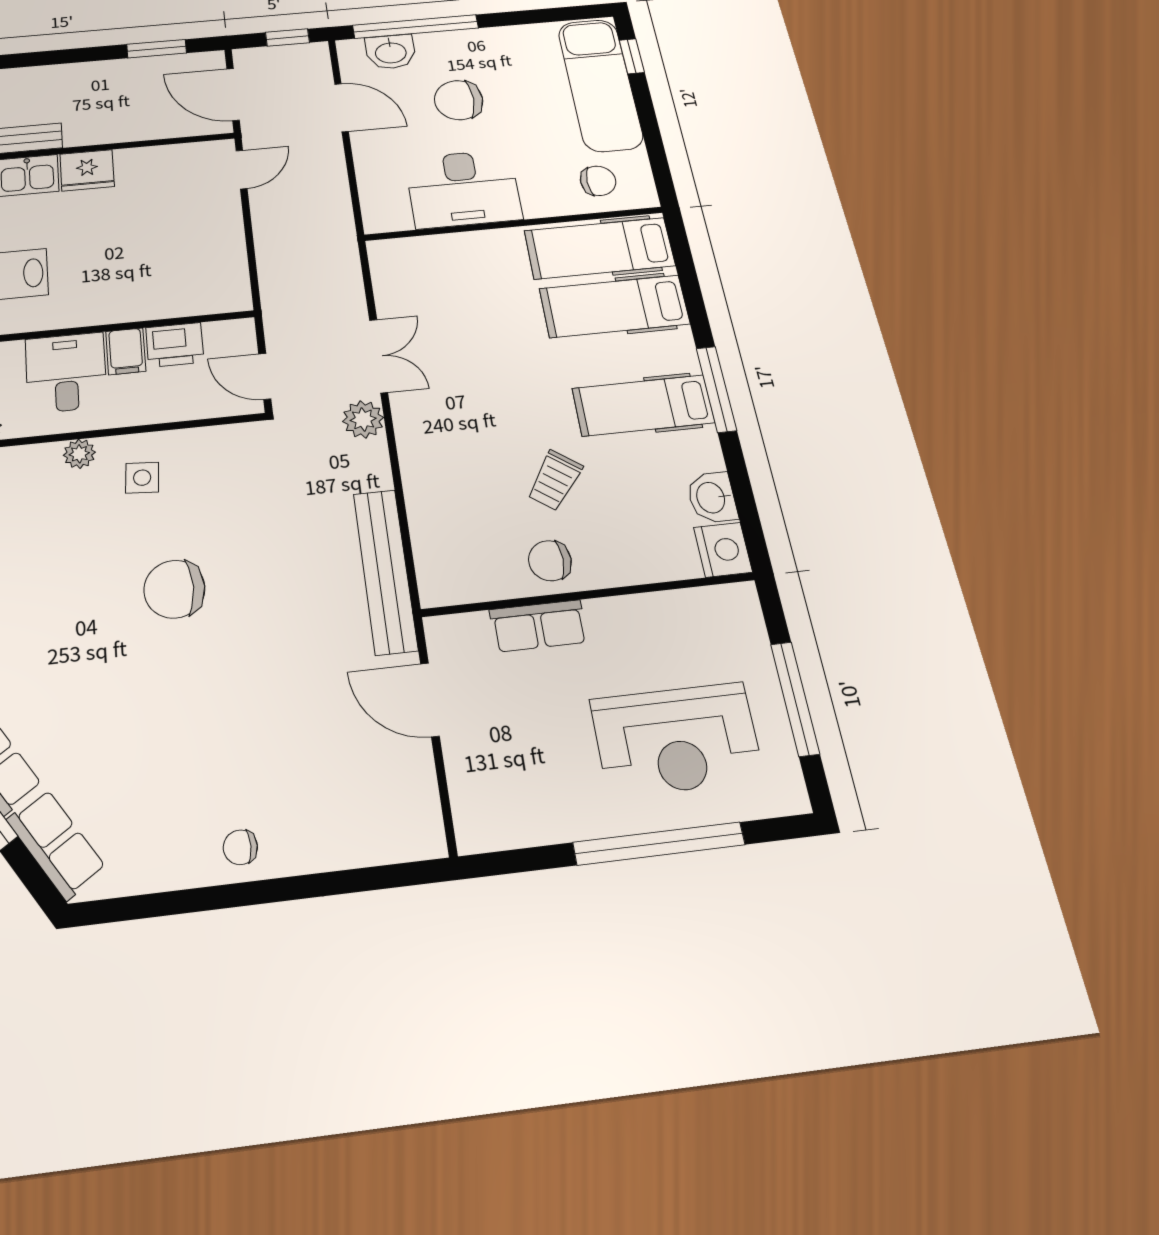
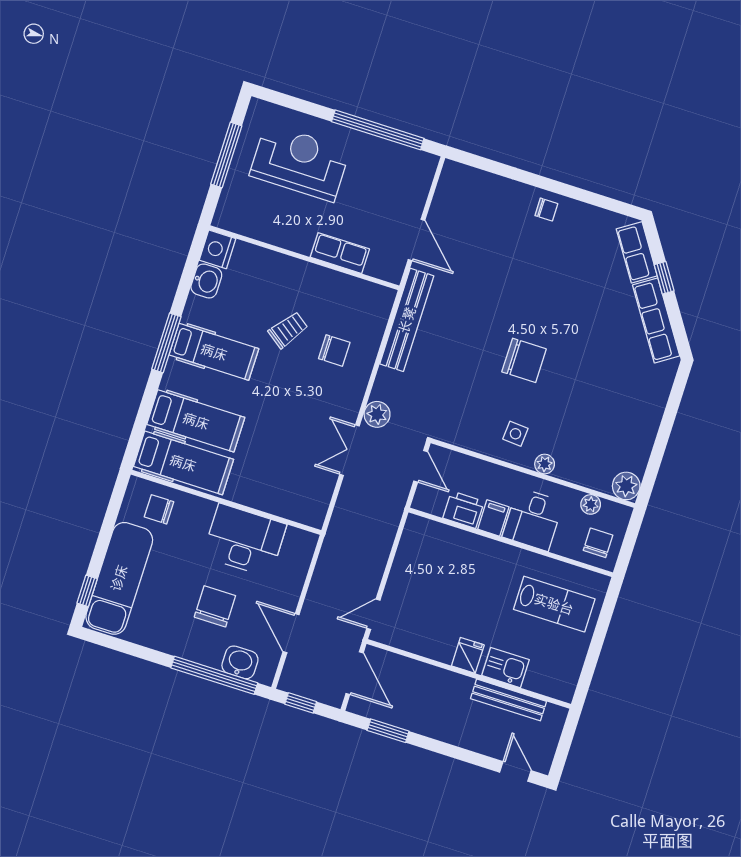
chair: (459, 100) -> (215, 606), turned -90
fridge: (87, 170) -> (468, 655), width x0.72
chair: (550, 561) -> (334, 350), moved
window: (659, 844) -> (378, 130), moved

